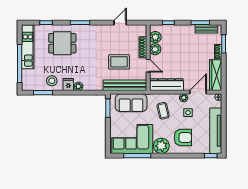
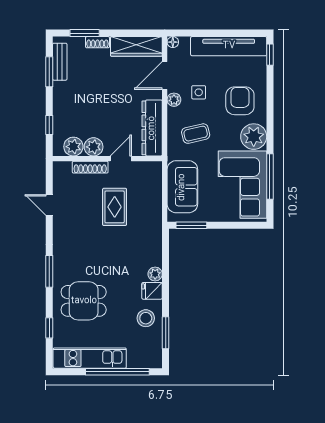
dining table: (62, 43) -> (84, 301), turned 90
bench: (125, 85) -> (153, 197), removed
door: (198, 92) -> (165, 76), hinge flipped

